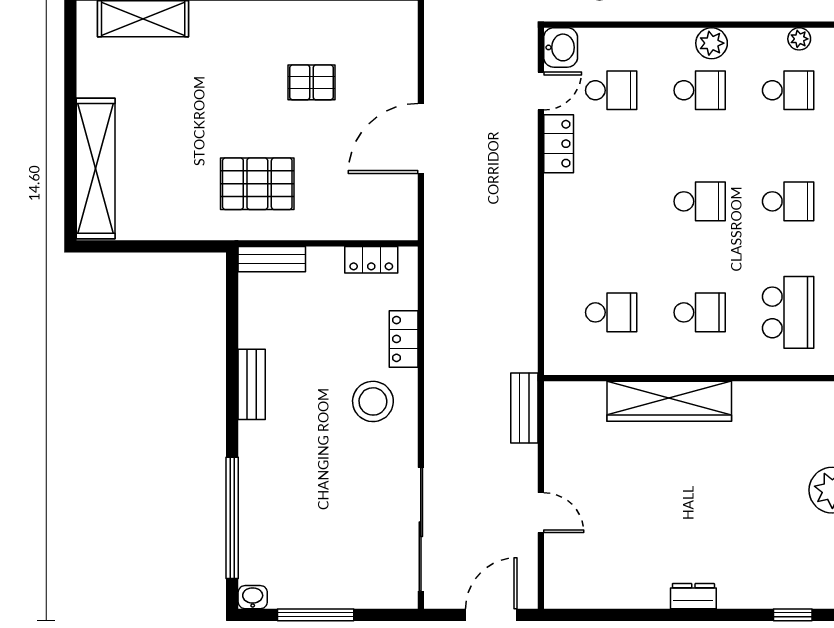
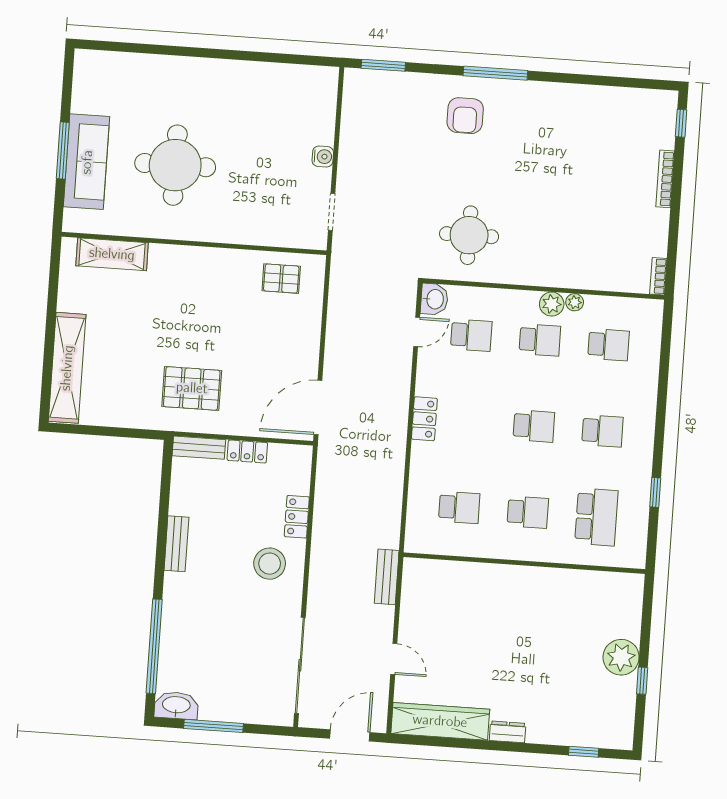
plant: (799, 39) -> (575, 302), moved
pallet: (311, 82) -> (281, 279), moved
door: (421, 138) -> (318, 407), moved
locker: (559, 144) -> (424, 419), moved
locker: (371, 260) -> (247, 451), moved
wardrobe: (669, 401) -> (440, 721), moved, turned 180
washbasin: (253, 597) -> (176, 705), width x1.91, depth x1.45

